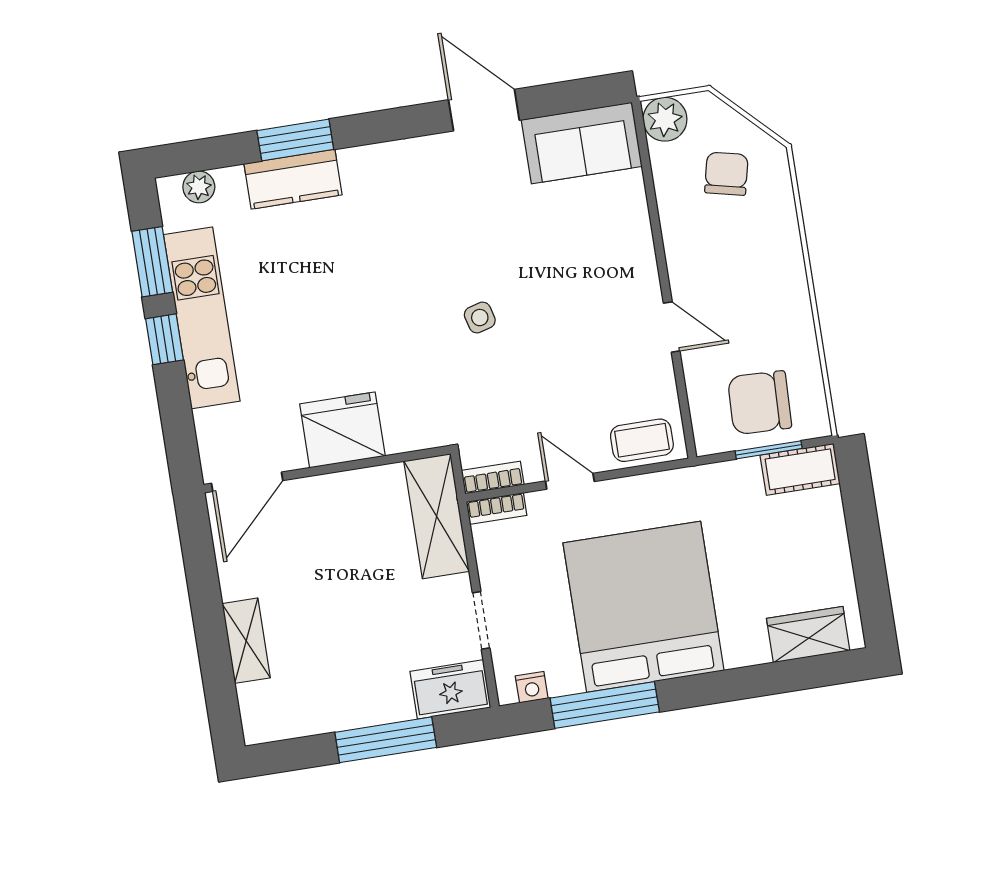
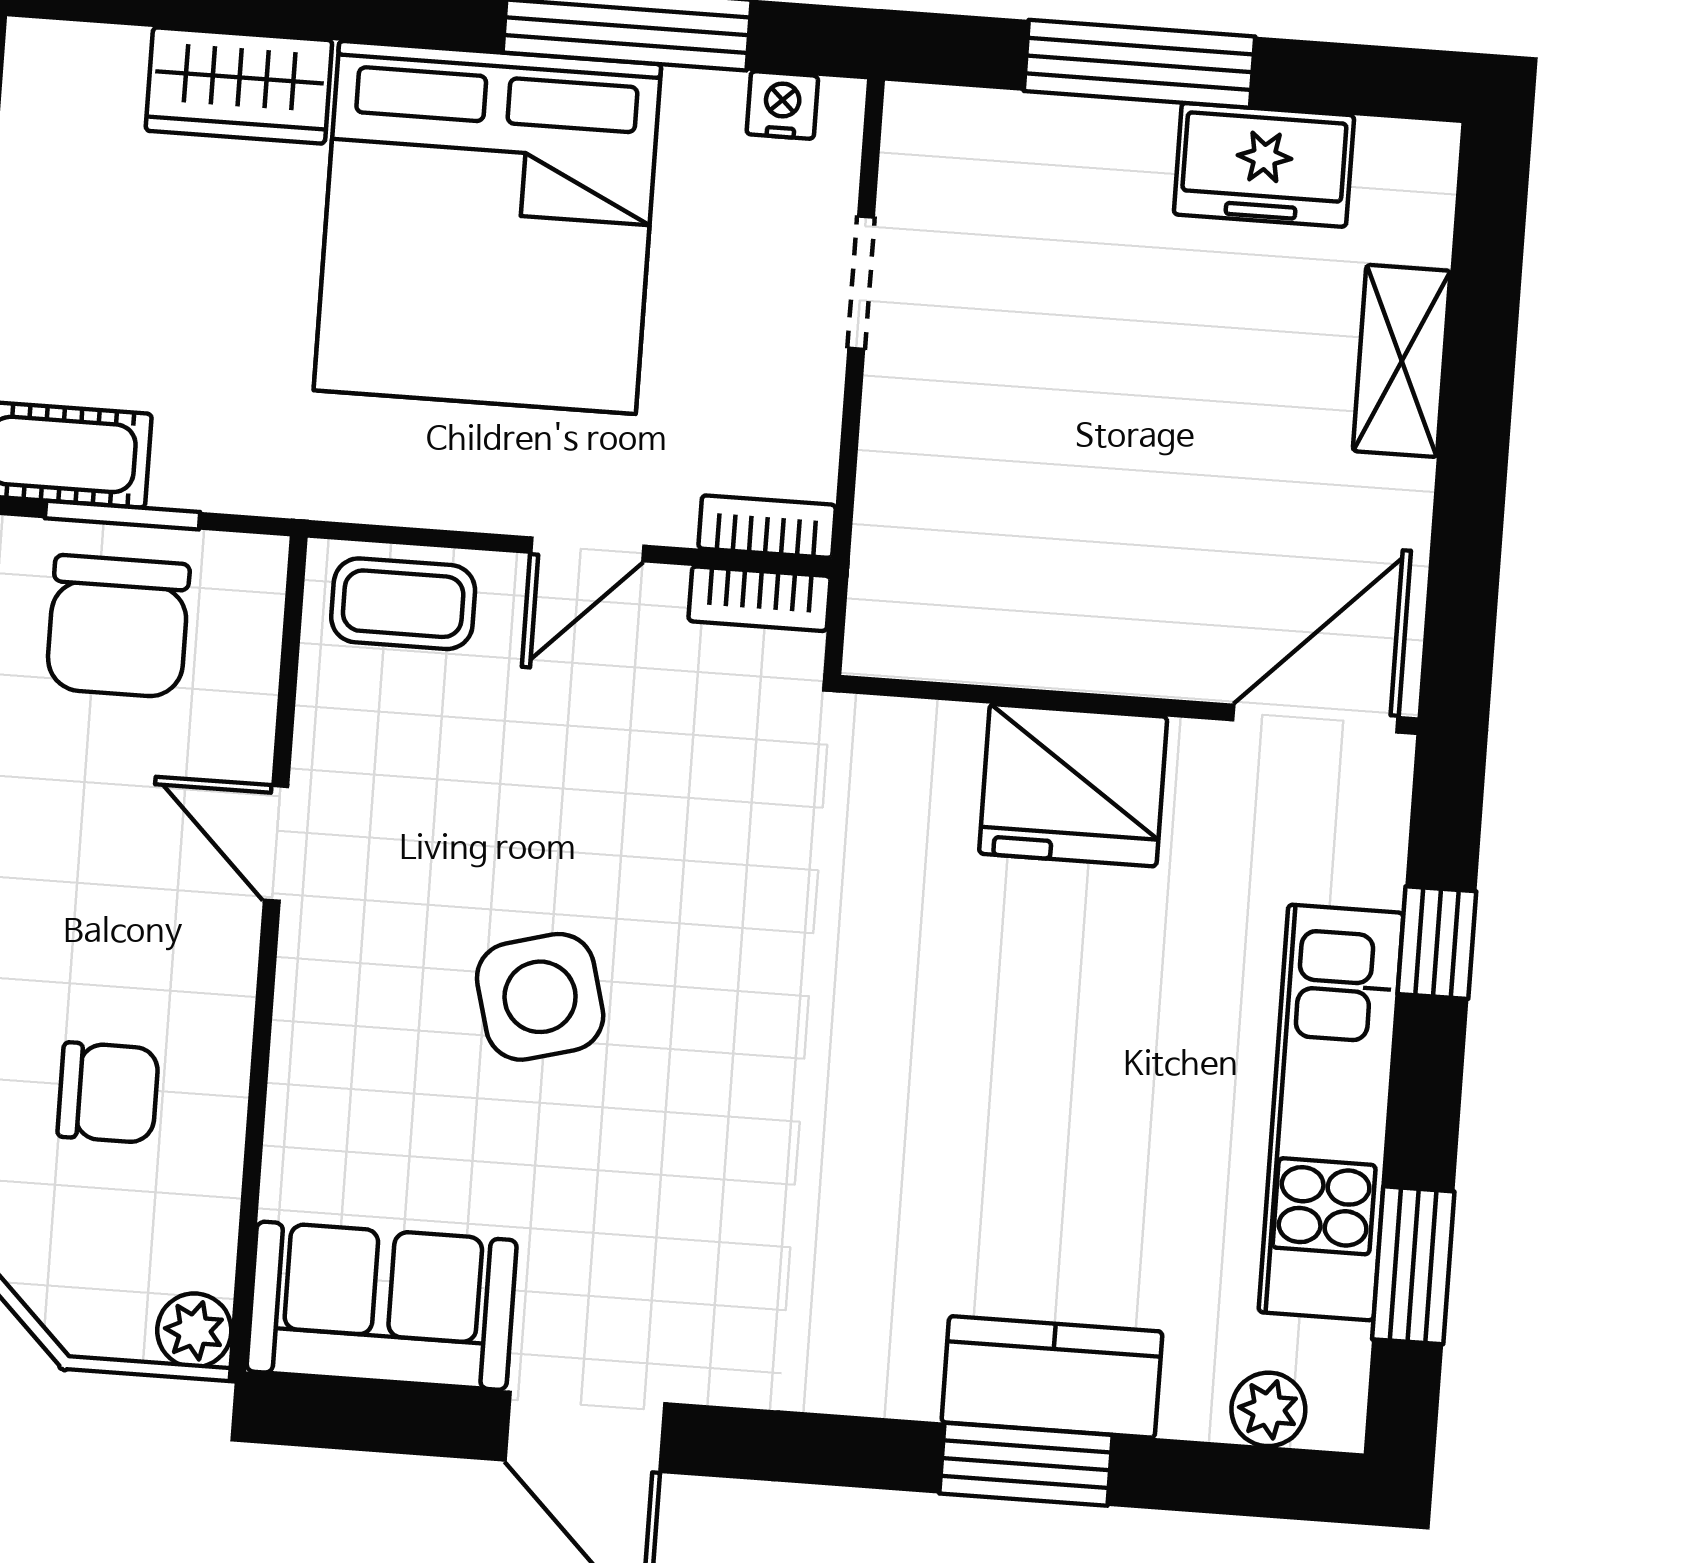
plant: (665, 119) -> (194, 1330), width x0.73, depth x0.73
chair: (726, 174) -> (108, 1093), moved, turned -103
side table: (480, 318) -> (540, 997), moved, width x1.87, depth x1.87
window: (165, 339) -> (1437, 943), moved
chair: (760, 403) -> (118, 626), turned 88
door: (570, 481) -> (587, 549), hinge flipped
shelving: (437, 516) -> (907, 541), removed
wardrobe: (808, 635) -> (239, 85), moved
freezer: (450, 689) -> (1264, 165), moved

